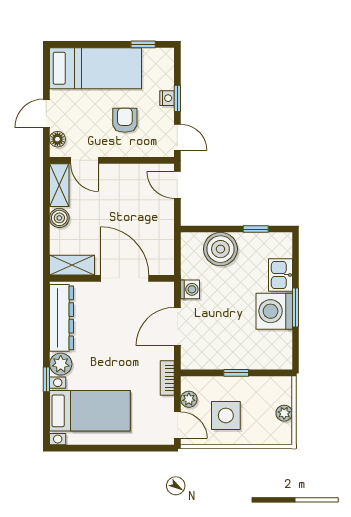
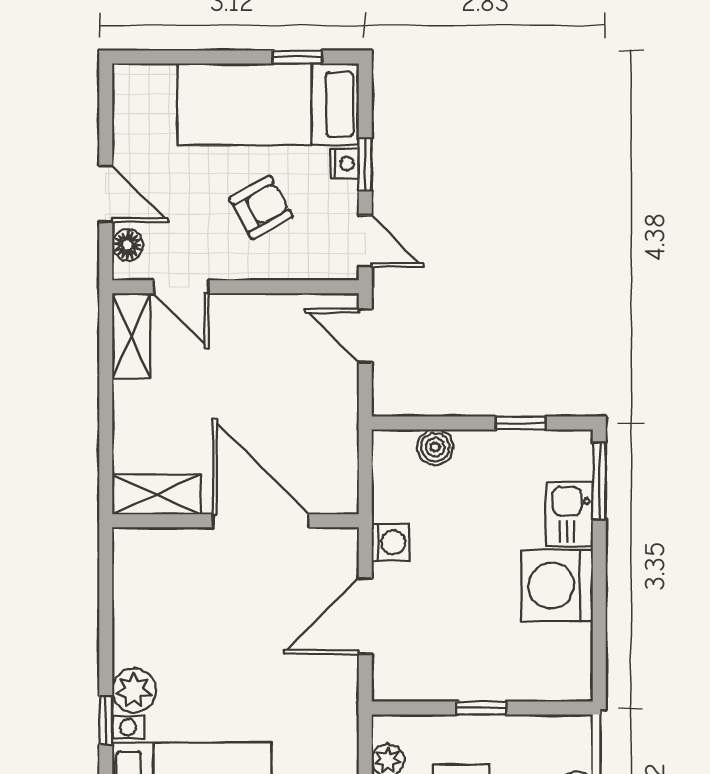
bed: (95, 68) -> (268, 104), moved, turned 180
door: (46, 113) -> (106, 194), swing flipped
armchair: (125, 120) -> (261, 207), turned 61
boiler: (59, 218) -> (131, 401), removed
boiler: (220, 249) -> (435, 447), width x0.54, depth x0.54
window: (296, 308) -> (599, 481), moved
dresser: (62, 318) -> (136, 599), removed
bookcase: (167, 378) -> (345, 718), removed

